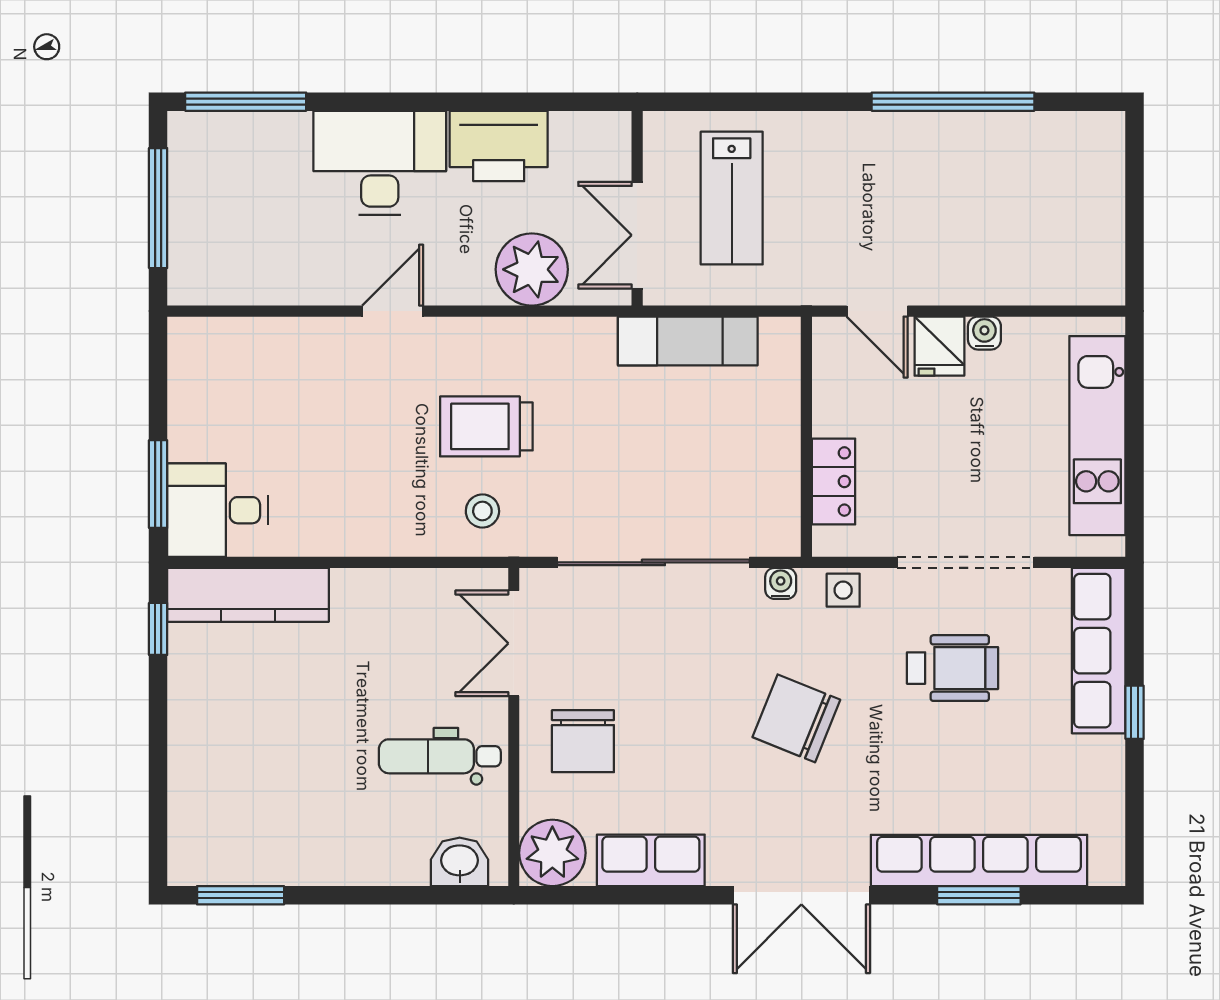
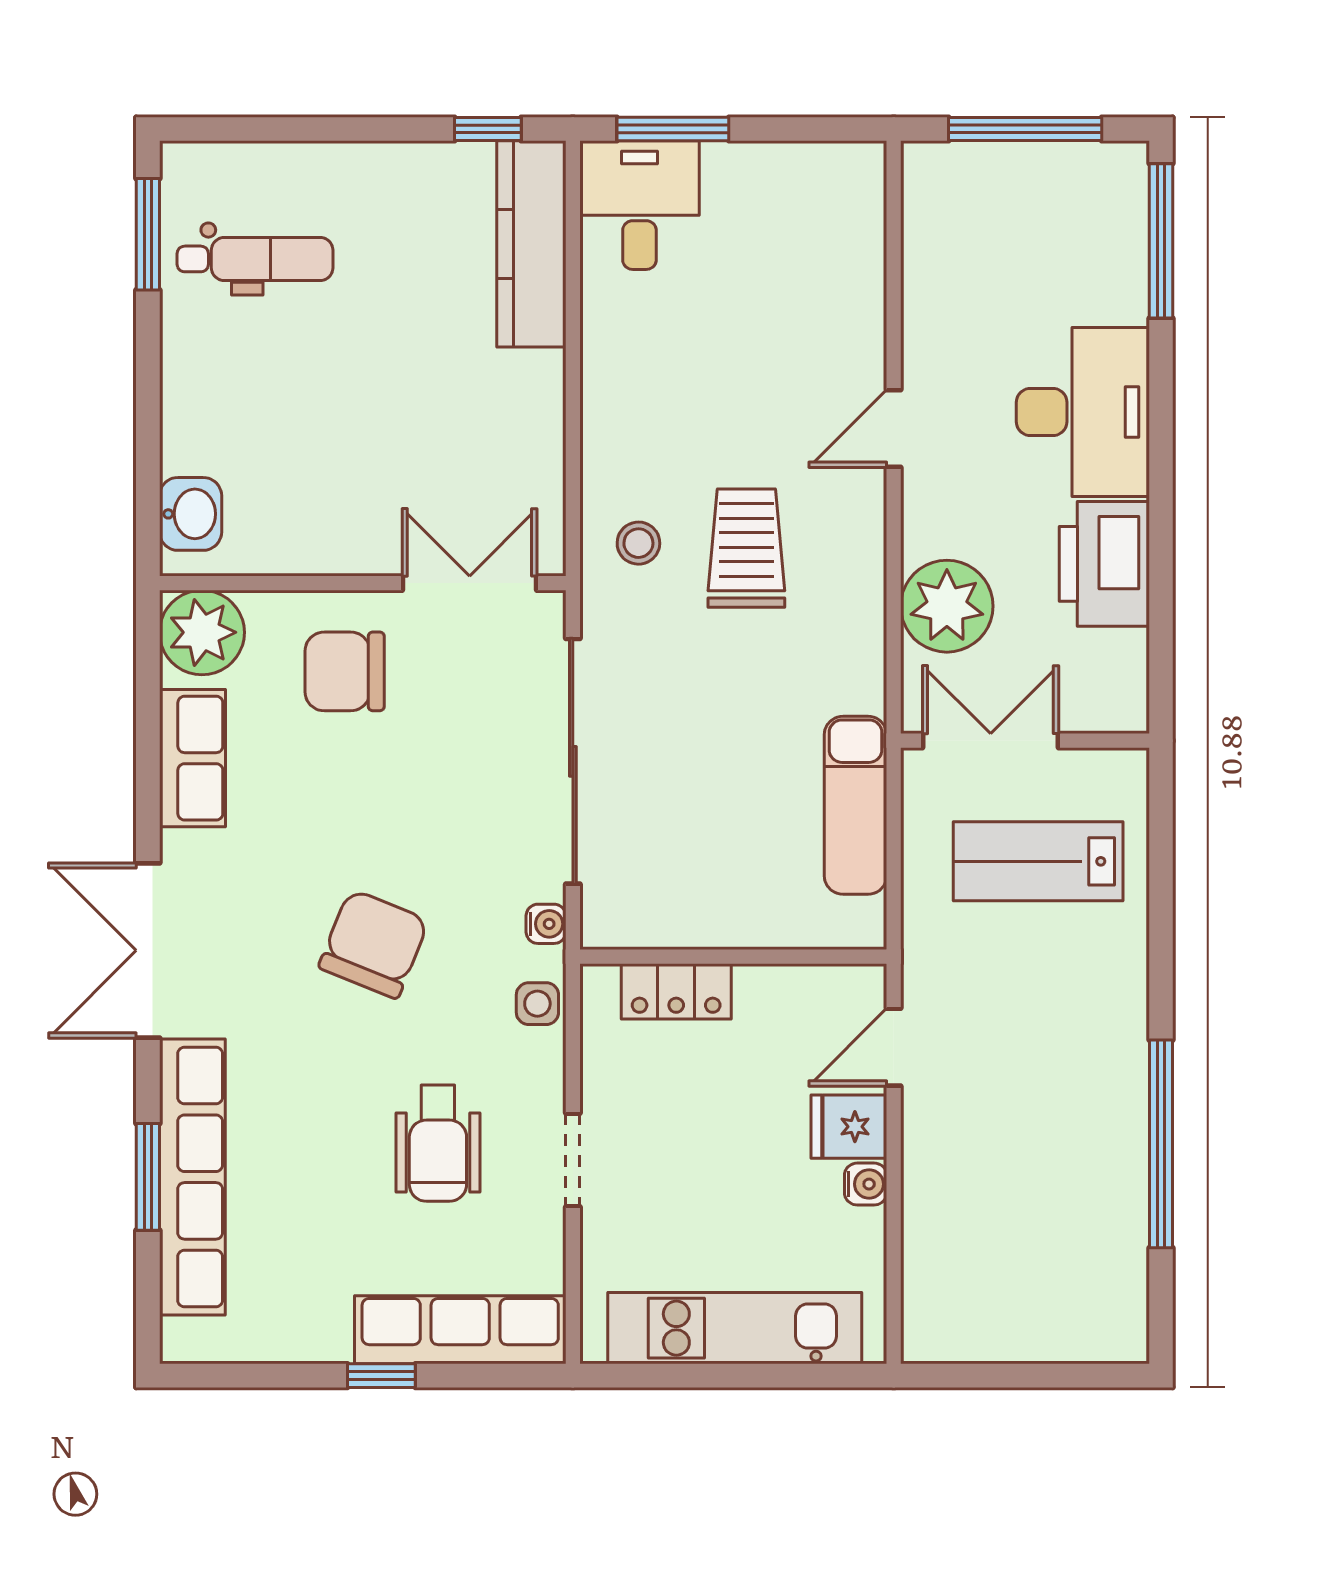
door: (393, 311) -> (894, 429), swing flipped
doorway: (966, 562) -> (573, 1160), width x0.53
dental chair: (440, 756) -> (255, 259), moved, turned 90

